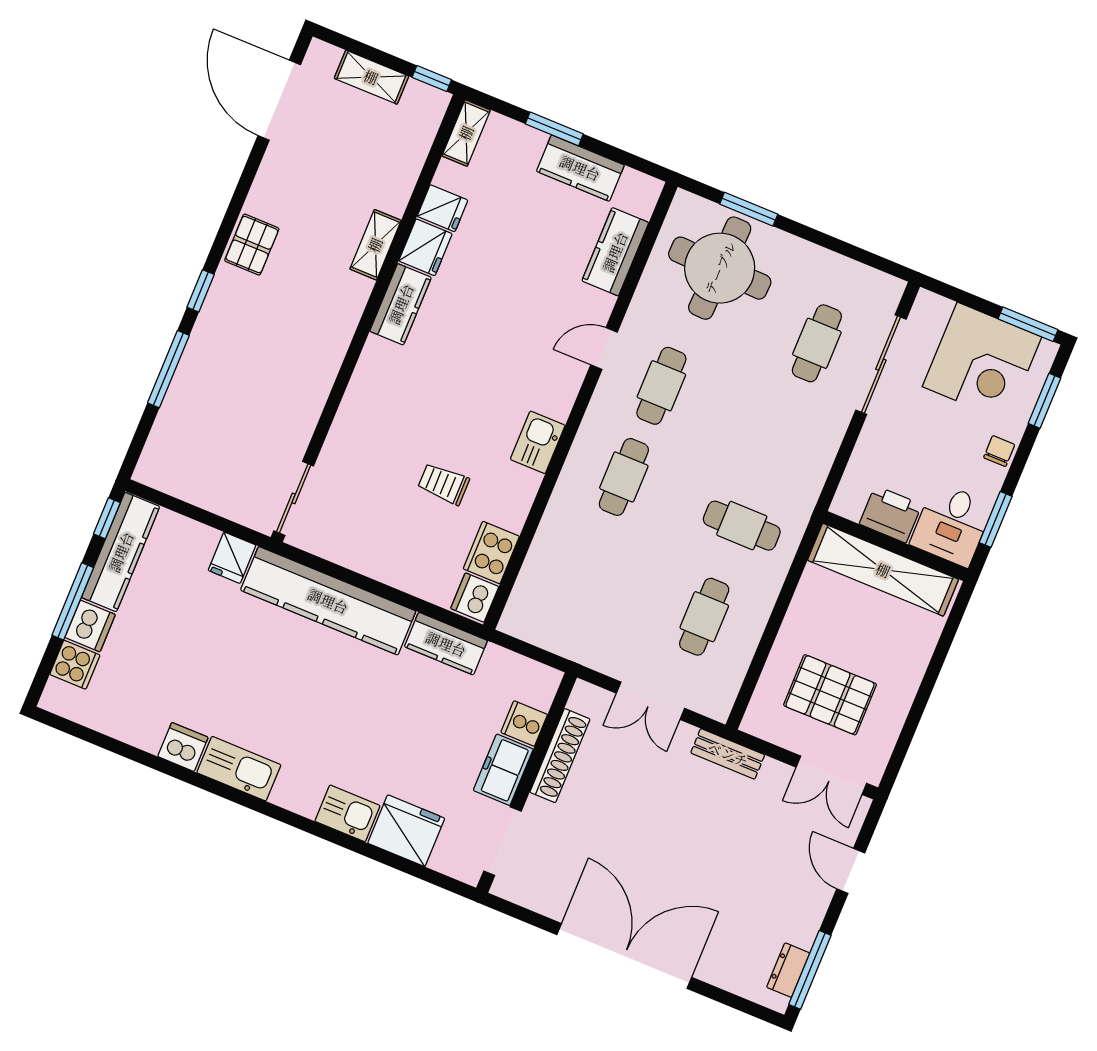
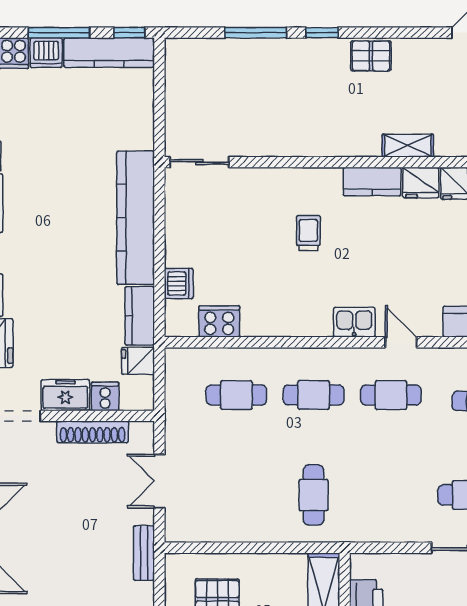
kitchen sink: (538, 442) -> (354, 322), moved
trolley: (444, 484) -> (308, 233), moved
fridge: (232, 558) -> (138, 361), moved
dishwasher: (475, 598) -> (179, 283), moved, turned 90
cafe table: (704, 617) -> (236, 395), moved

